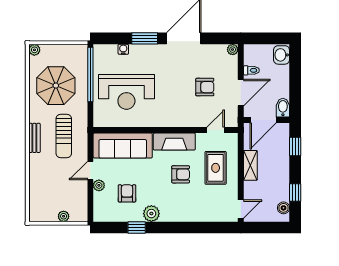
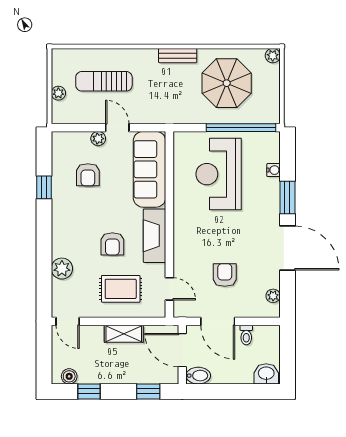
plant: (233, 50) -> (273, 296), moved
armchair: (205, 87) -> (225, 275), turned 180
sun lounger: (64, 136) -> (104, 81), moved
bench: (34, 138) -> (178, 56), moved
armchair: (127, 193) -> (88, 175), turned 90
plant: (151, 214) -> (62, 269), moved

